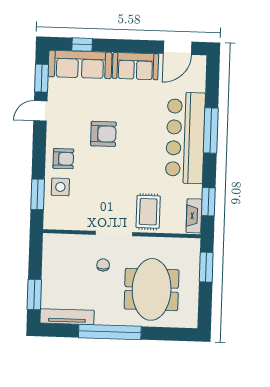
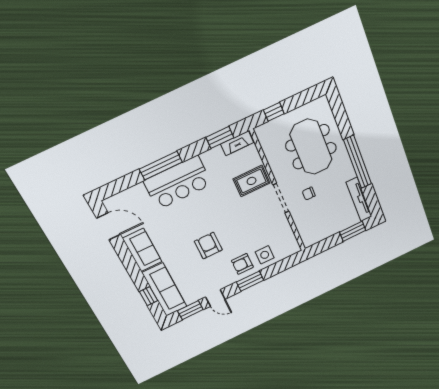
bar counter: (185, 138) -> (178, 183), width x0.73
armchair: (63, 159) -> (242, 264), turned -90
window: (38, 194) -> (250, 281), moved
window: (206, 267) -> (274, 112), width x0.67
meeting table: (152, 289) -> (311, 147), turned 90

